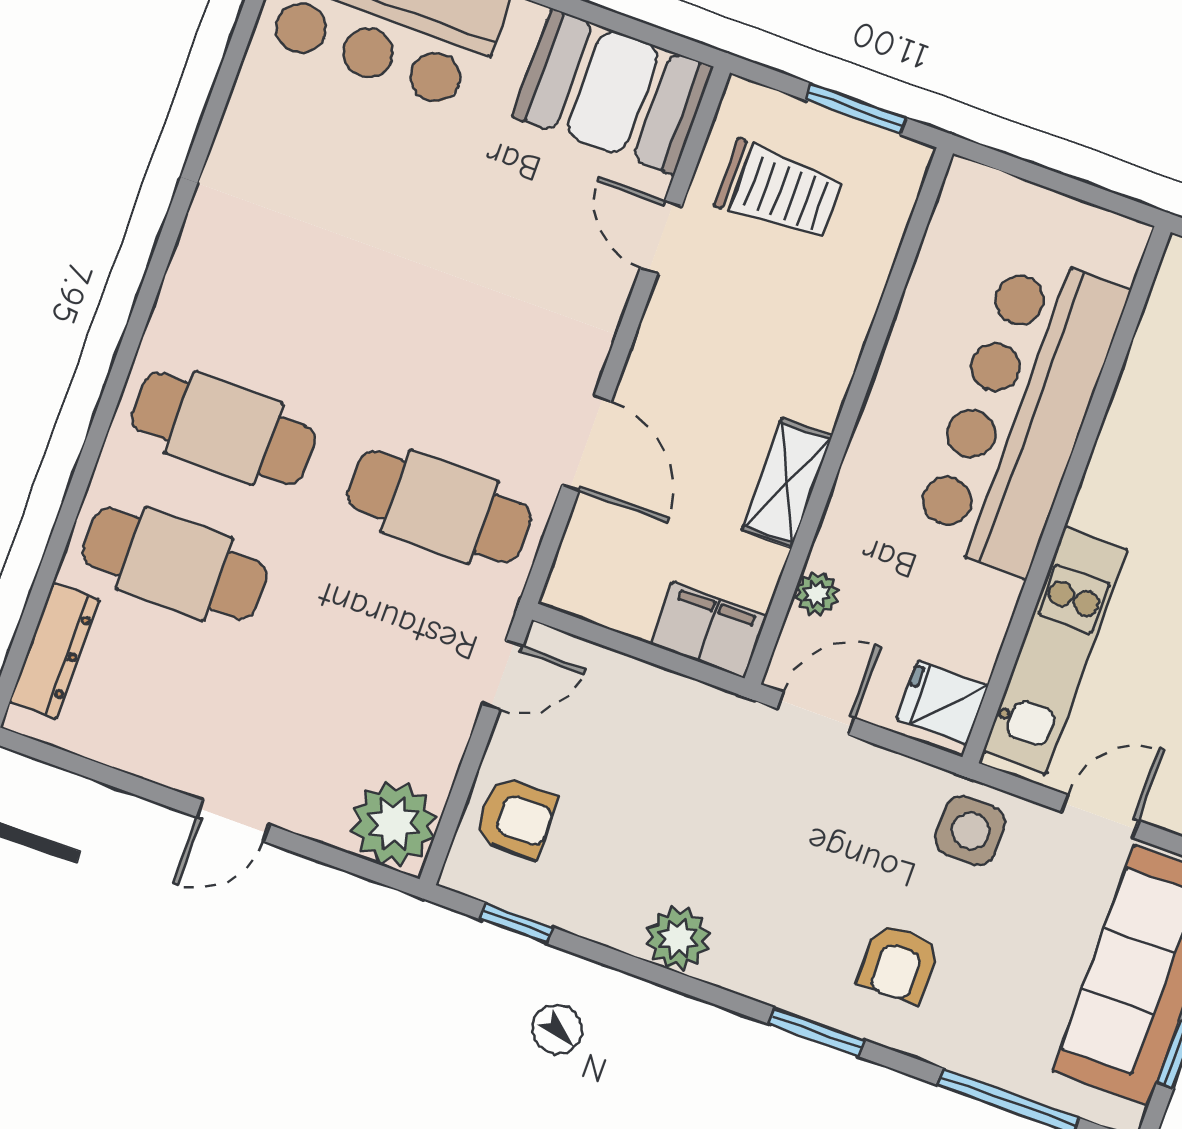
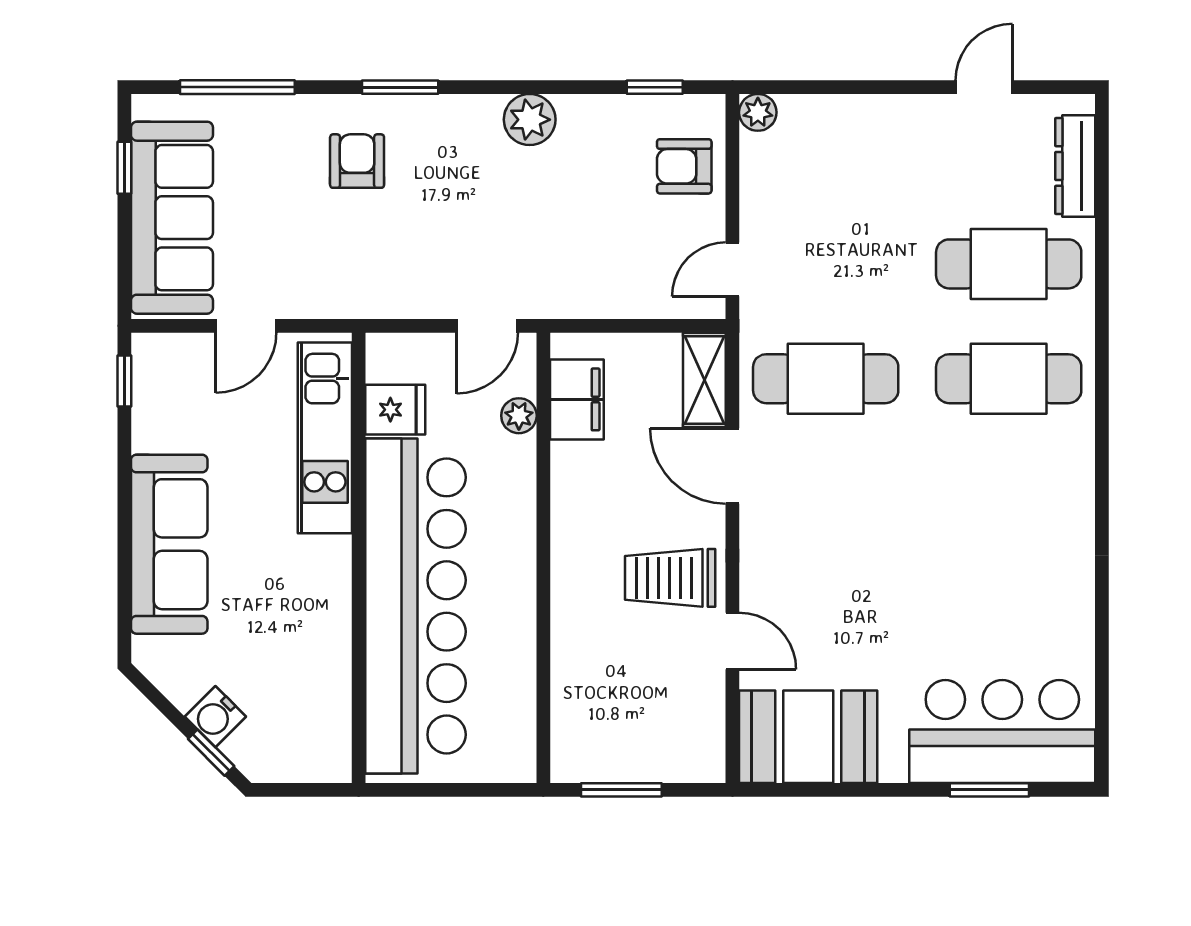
trolley: (779, 191) -> (670, 578), moved
bar counter: (1020, 414) -> (415, 606), width x1.36
shelving: (787, 483) -> (704, 380), moved
filing cabinet: (709, 630) -> (577, 399), moved, turned -90
fridge: (942, 703) -> (395, 410), moved
door: (233, 821) -> (984, 87), moved
plant: (394, 823) -> (758, 112), width x0.53, depth x0.53
side table: (970, 831) -> (340, 280), removed

